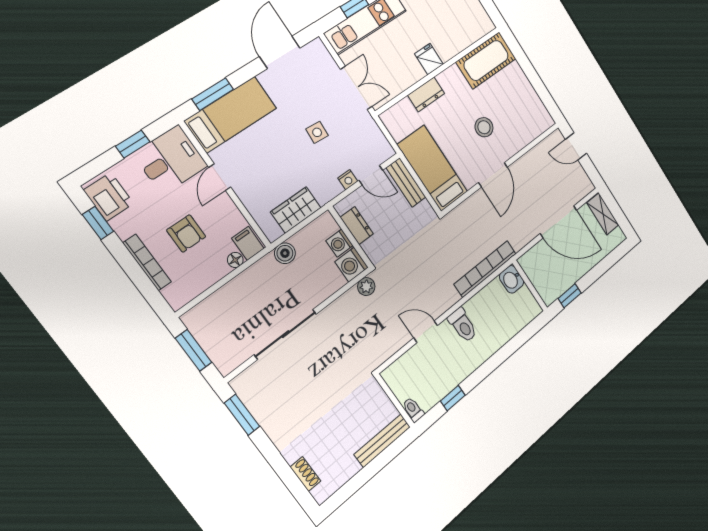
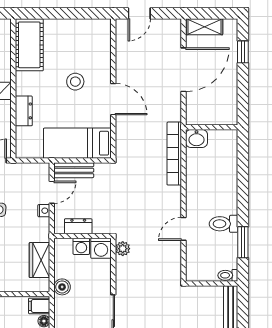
window: (570, 296) -> (243, 52), moved
toilet: (463, 325) -> (223, 224), moved, turned 180
window: (453, 398) -> (243, 242), width x1.50

